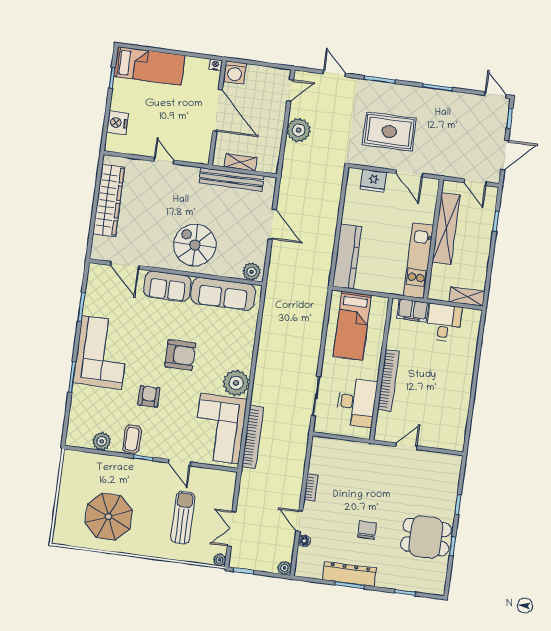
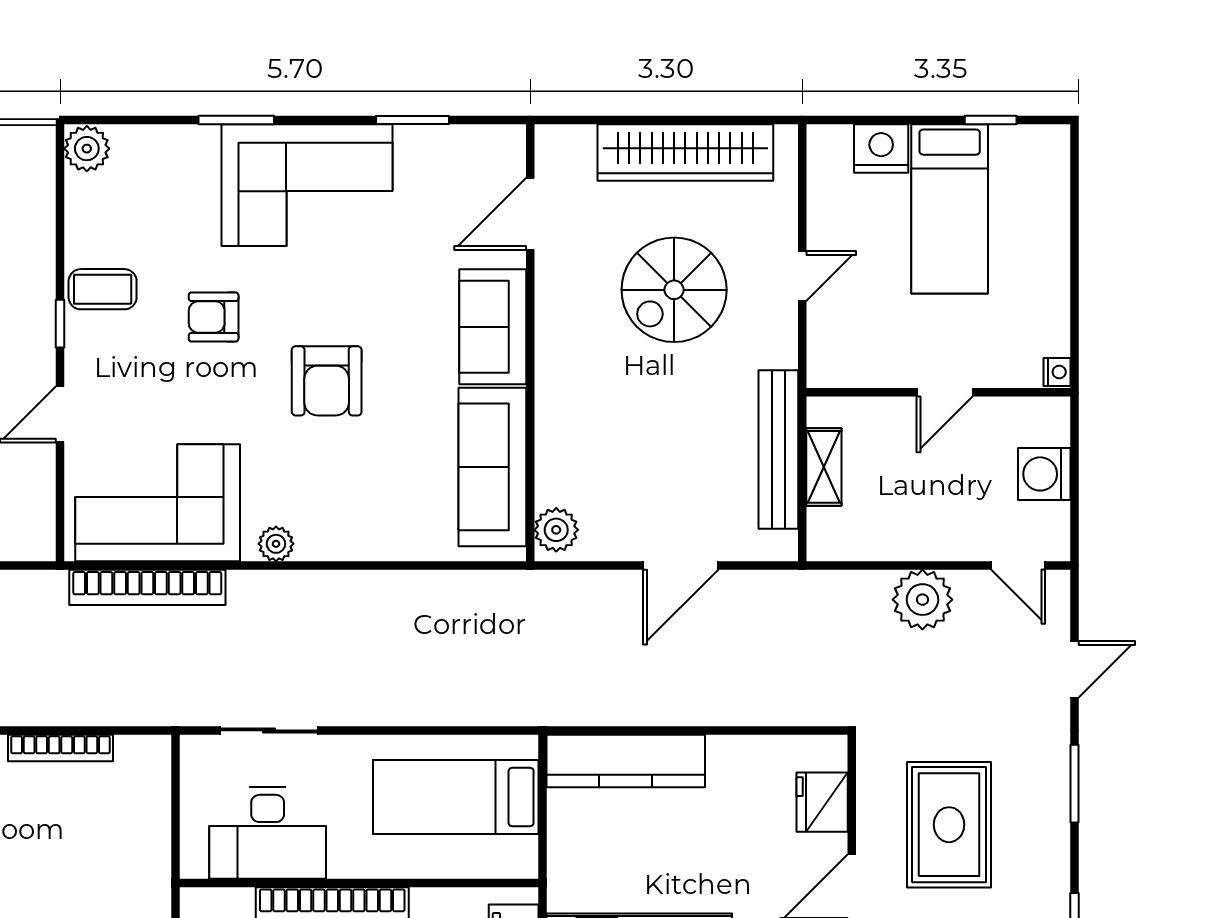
bed: (149, 66) -> (950, 209), moved
washing machine: (235, 72) -> (1044, 474), moved
door: (218, 110) -> (945, 392), width x0.53
spiral stairs: (195, 245) -> (674, 290), moved, turned 180
plant: (236, 383) -> (276, 544), width x0.53, depth x0.53
armchair: (149, 396) -> (214, 317), turned 180
plant: (102, 441) -> (87, 149), moved
bookcase: (311, 487) -> (60, 748), width x1.56

